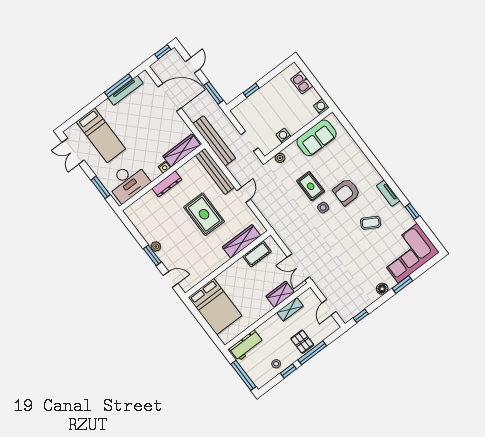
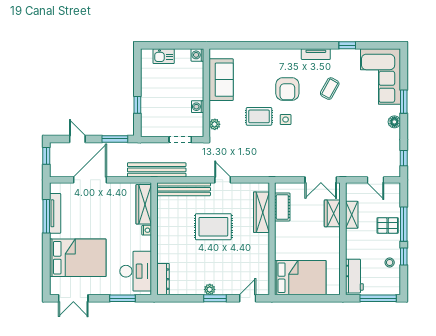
bed: (101, 135) -> (78, 258), width x1.50
dresser: (167, 184) -> (163, 279), moved

